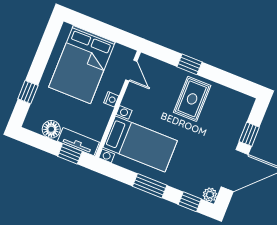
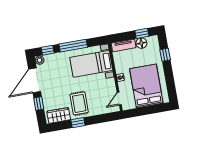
window: (190, 64) -> (78, 123), moved
door: (131, 71) -> (119, 99), hinge flipped
wardrobe: (232, 100) -> (59, 115), added
window: (70, 154) -> (142, 33), moved
window: (150, 186) -> (73, 46), width x1.44

